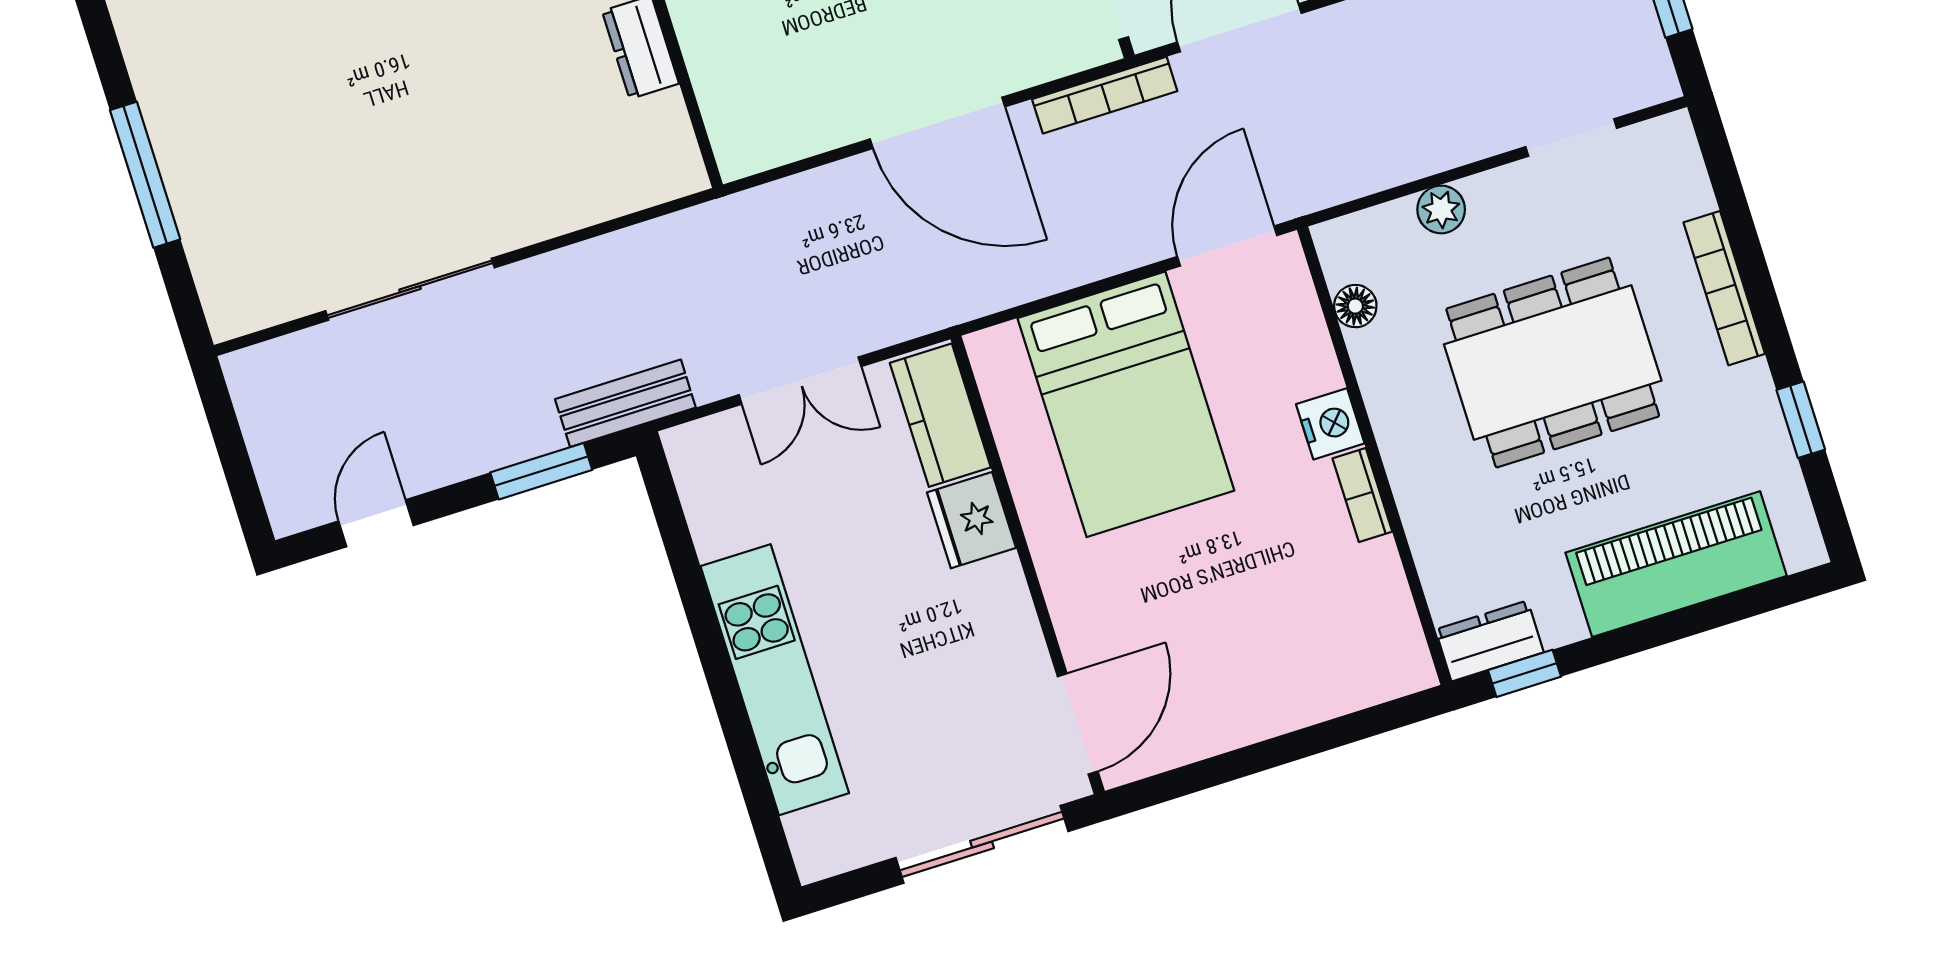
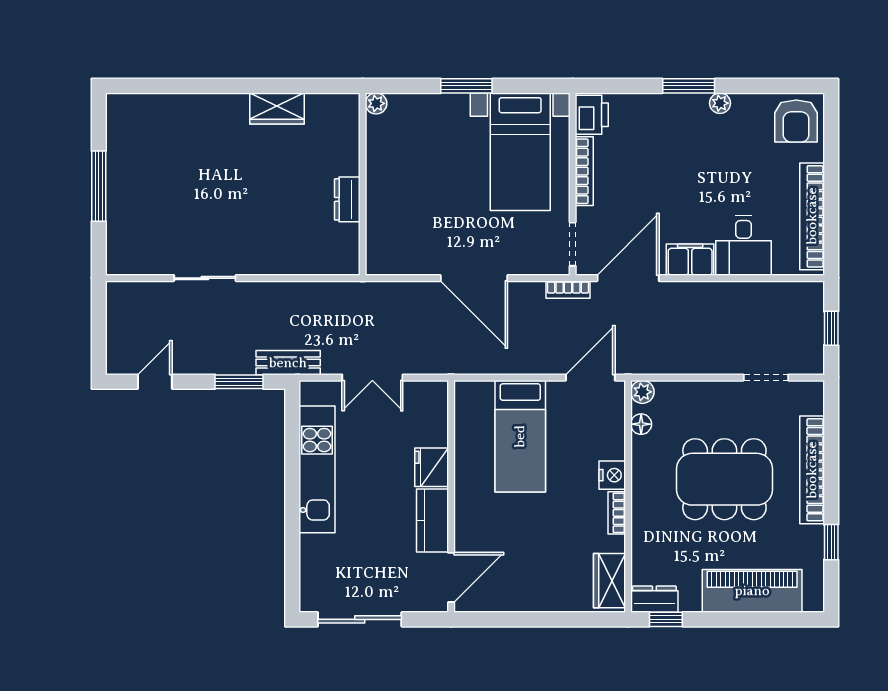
bookcase: (1105, 95) -> (568, 290), width x0.64
plant: (1441, 209) -> (642, 392), moved
bookcase: (1724, 288) -> (812, 470), width x1.48, depth x1.31
sliding door: (410, 289) -> (205, 278), width x0.73
bed: (1126, 404) -> (520, 436), width x0.67
kitchen counter: (940, 415) -> (433, 521), moved
wardrobe: (1390, 632) -> (609, 581), added
kitchen unit: (775, 680) -> (317, 469), moved
sliding door: (982, 844) -> (360, 619), moved

